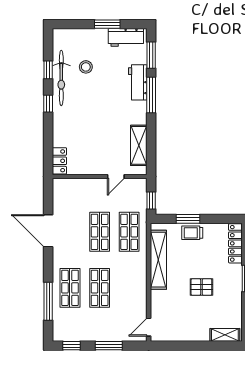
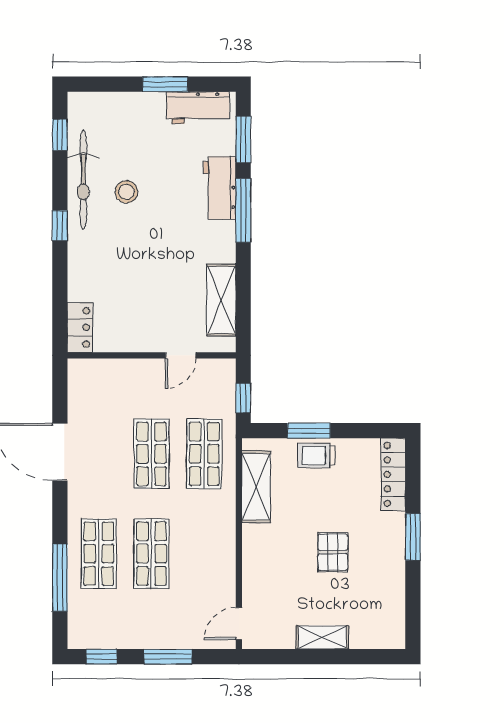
stool: (86, 67) -> (126, 192), moved
window: (48, 70) -> (60, 135), moved
shelving: (158, 260) -> (256, 487), width x0.68
pallet: (201, 287) -> (333, 552), turned 90
shelving: (225, 335) -> (322, 637), moved

